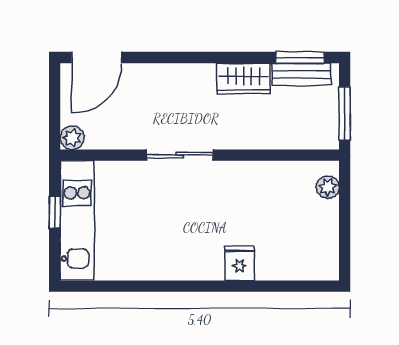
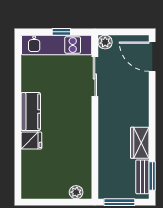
sliding door: (180, 155) -> (95, 76), moved
kitchen counter: (190, 264) -> (31, 111), added

